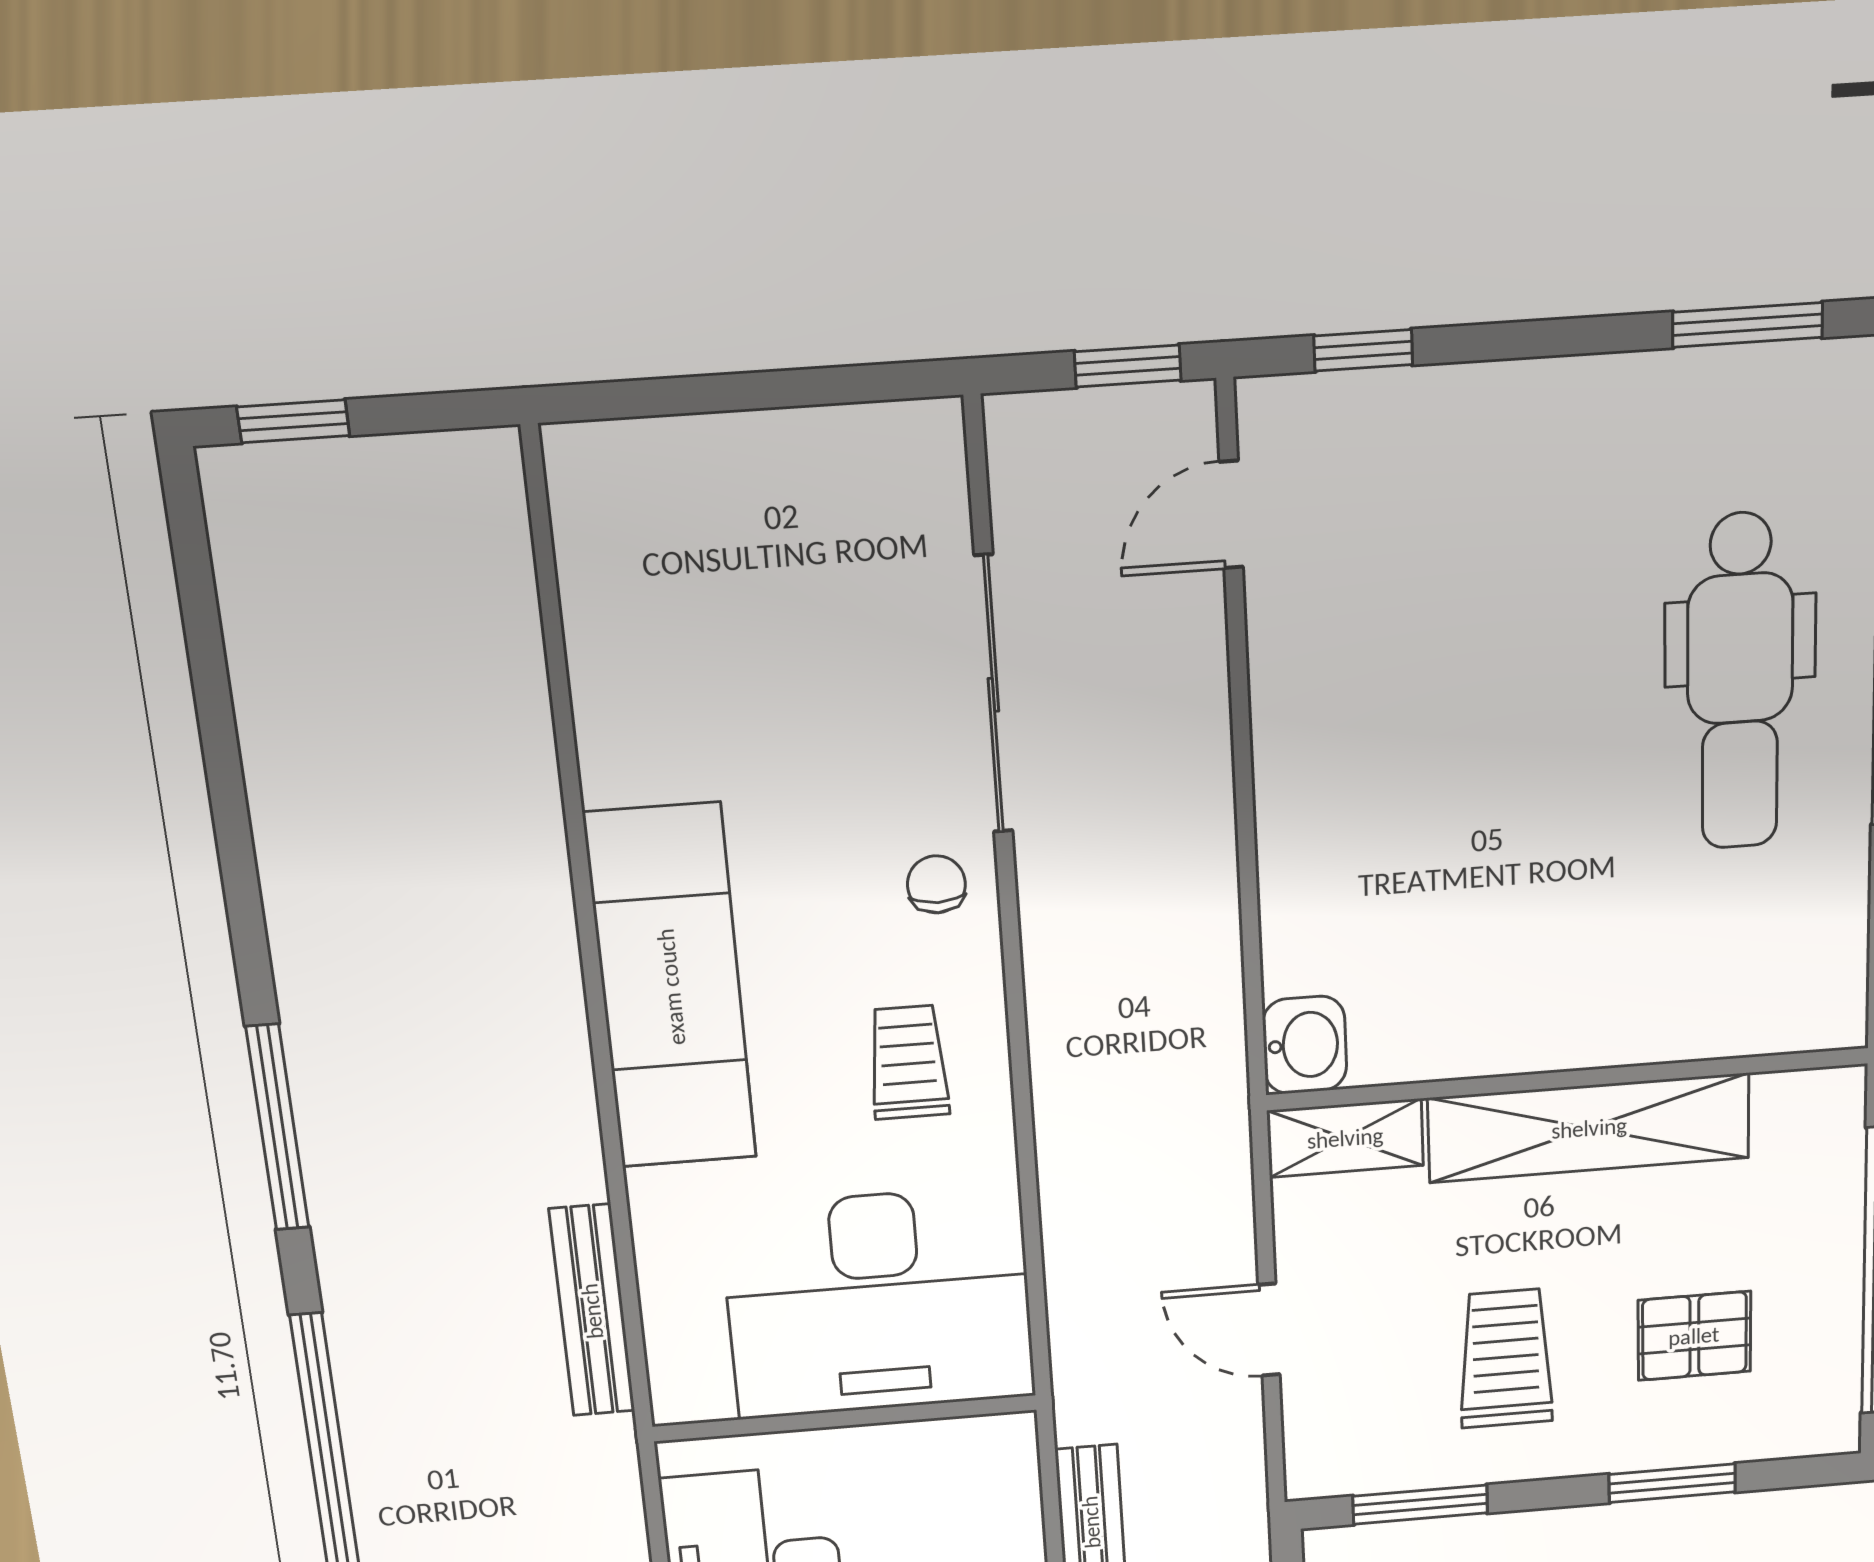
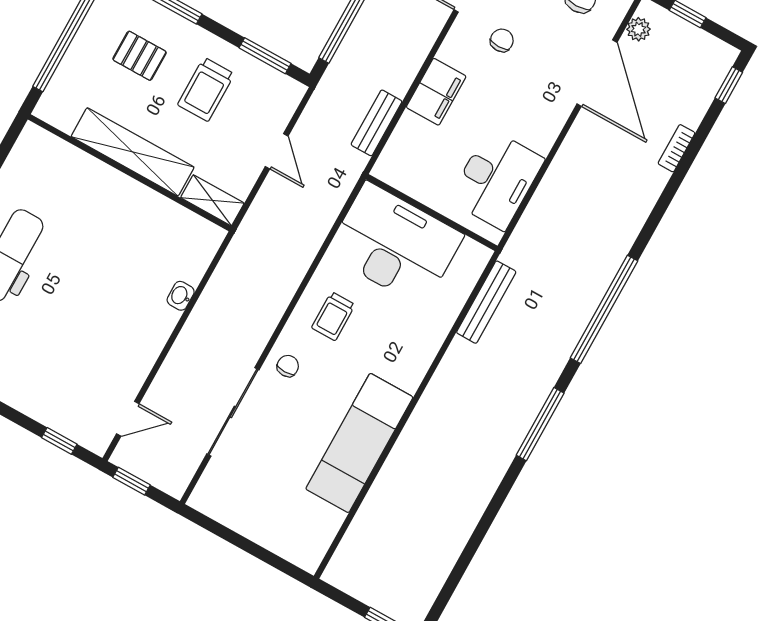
chair: (936, 884) -> (288, 366), turned 180
exam couch: (671, 987) -> (359, 443), moved
washbasin: (1305, 1045) -> (181, 296), moved, width x0.72, depth x0.69

